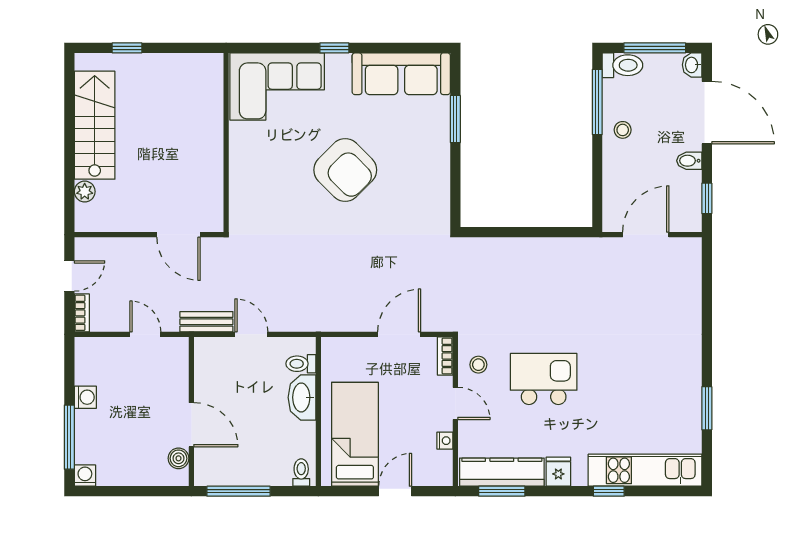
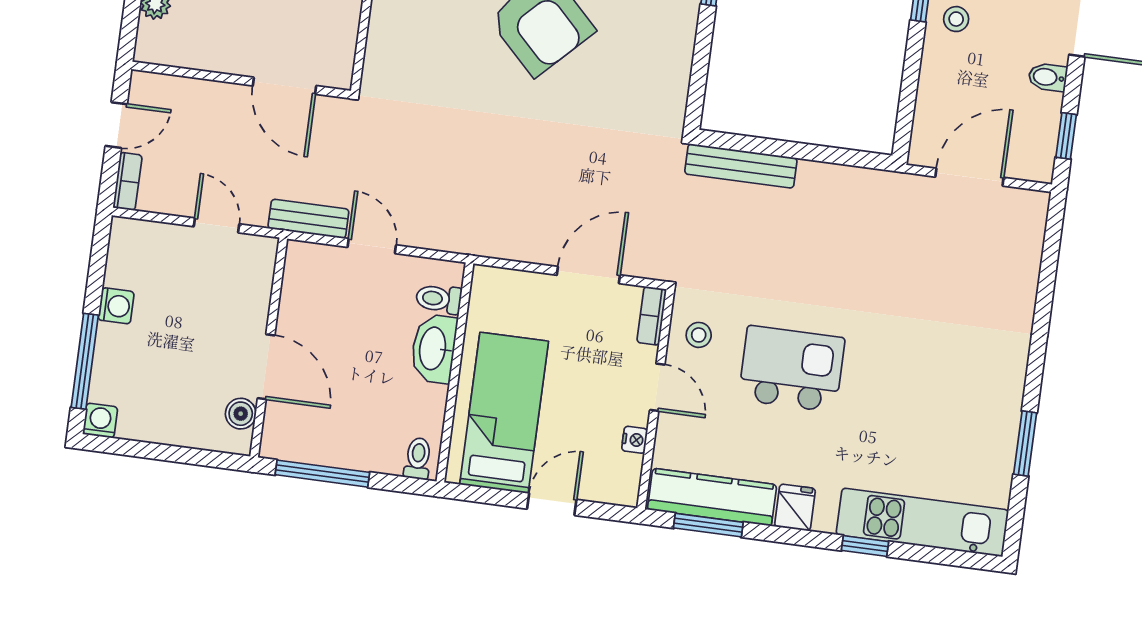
bench: (492, 248) -> (741, 166), added

